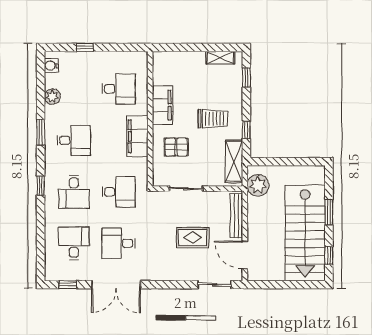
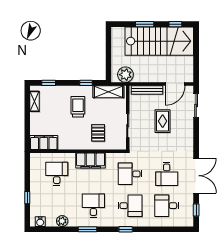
filing cabinet: (163, 105) -> (44, 143), moved
desk: (119, 192) -> (130, 174), turned -90

